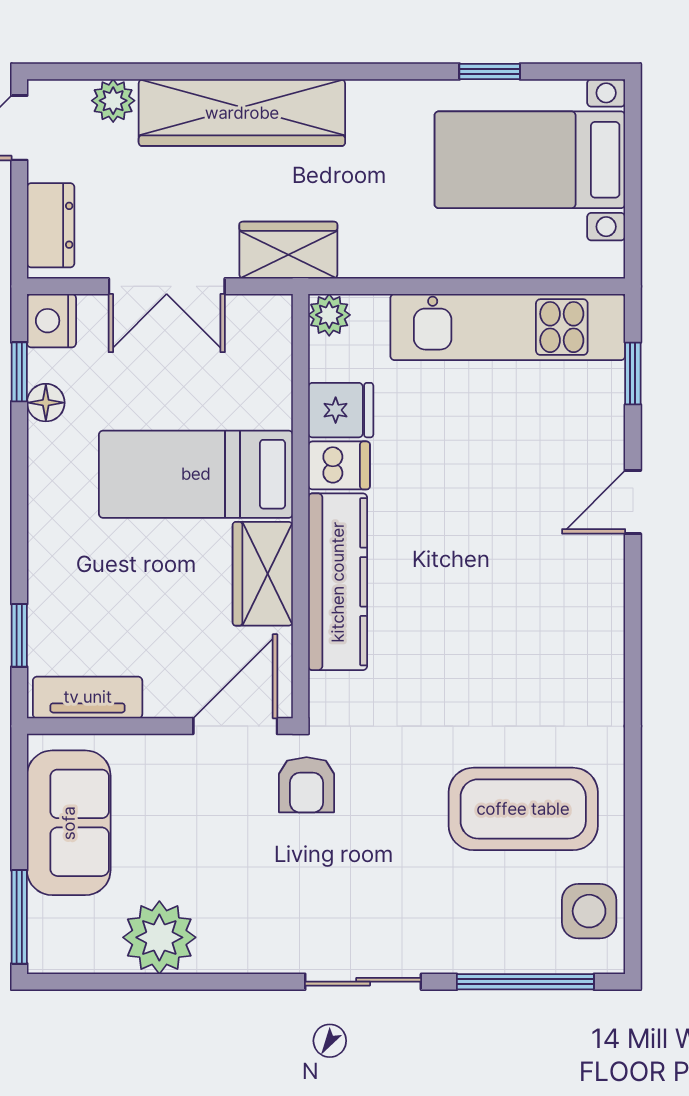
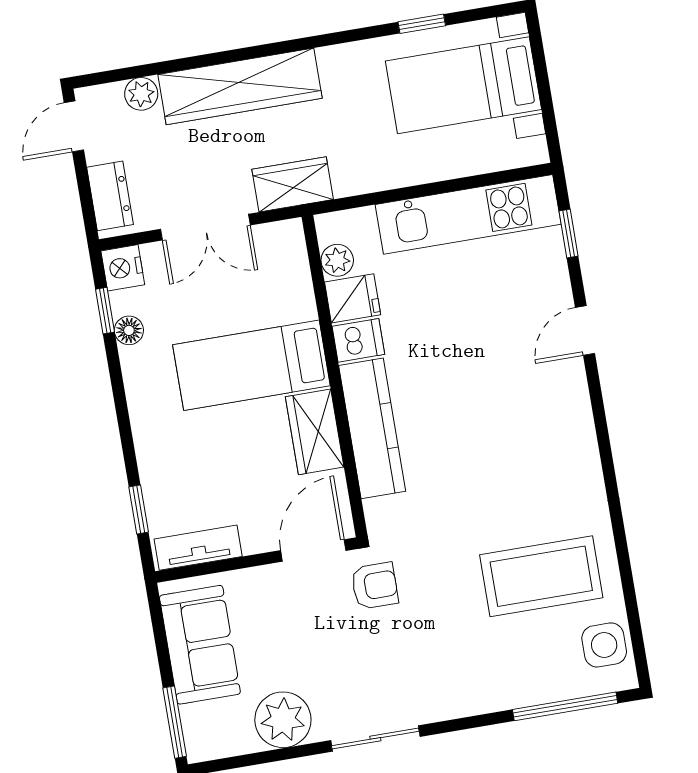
plant: (329, 315) -> (337, 260), moved
armchair: (307, 785) -> (375, 586), turned -90
sliding door: (363, 982) -> (375, 738), moved

